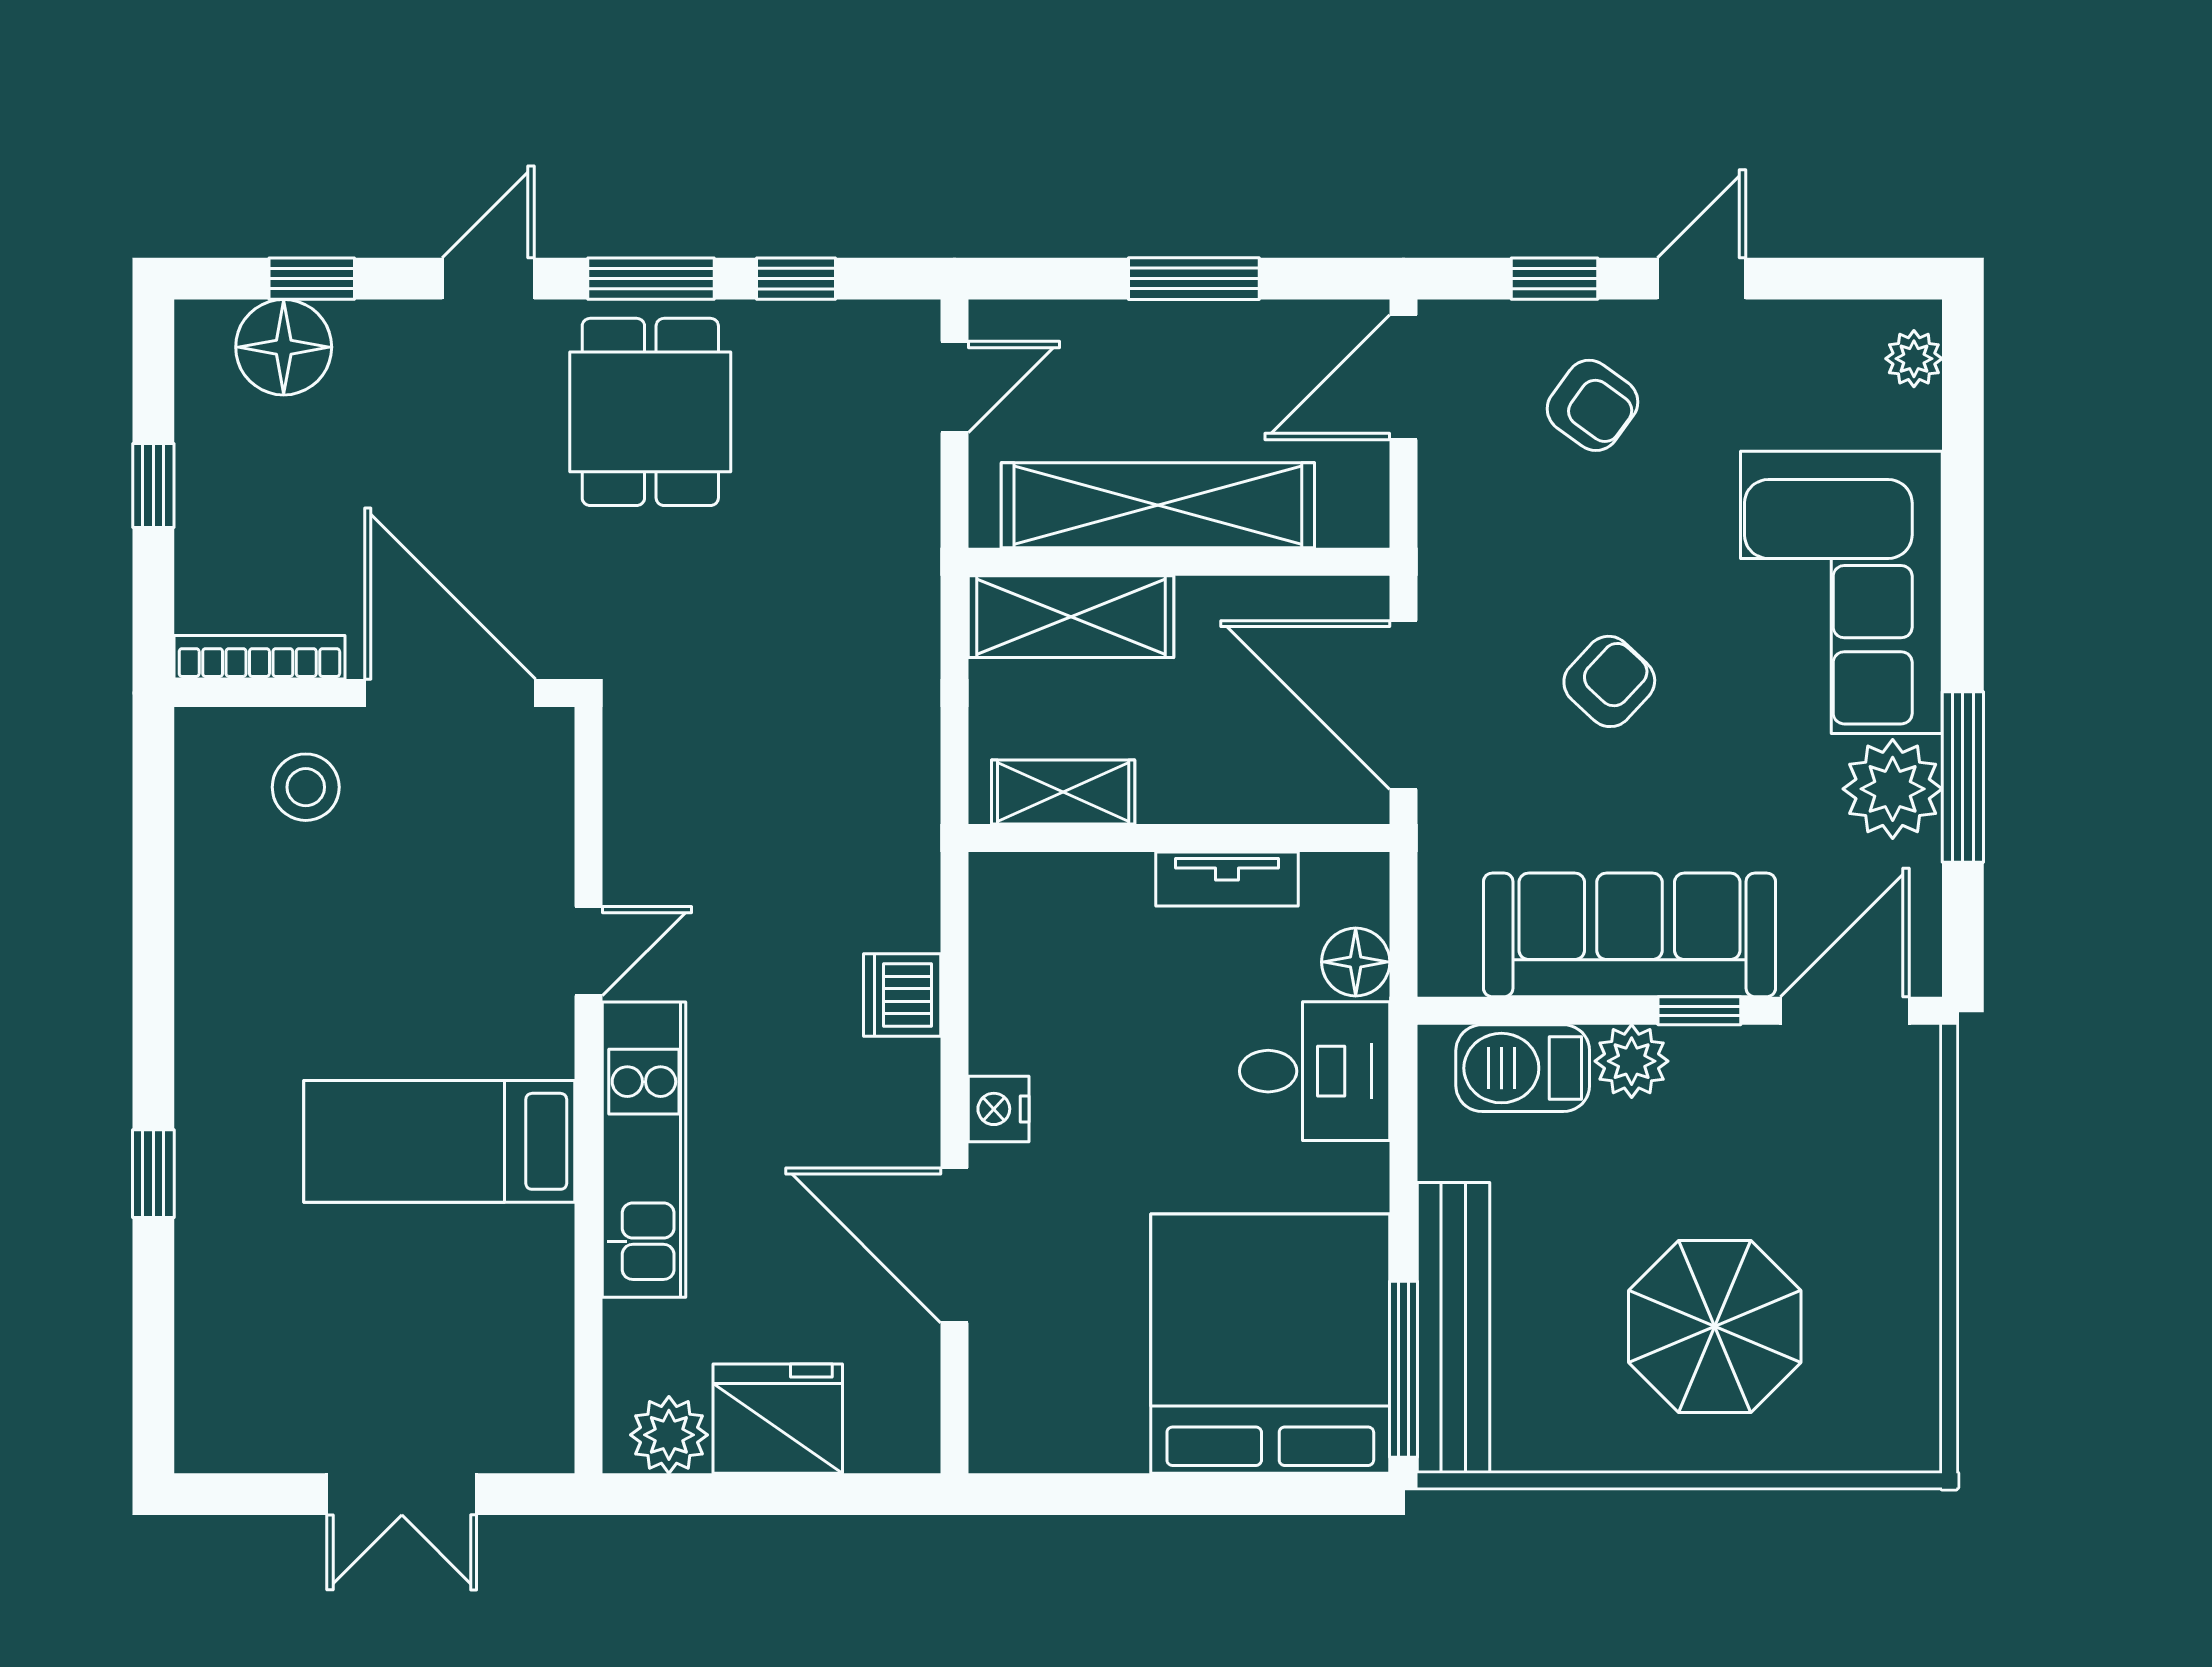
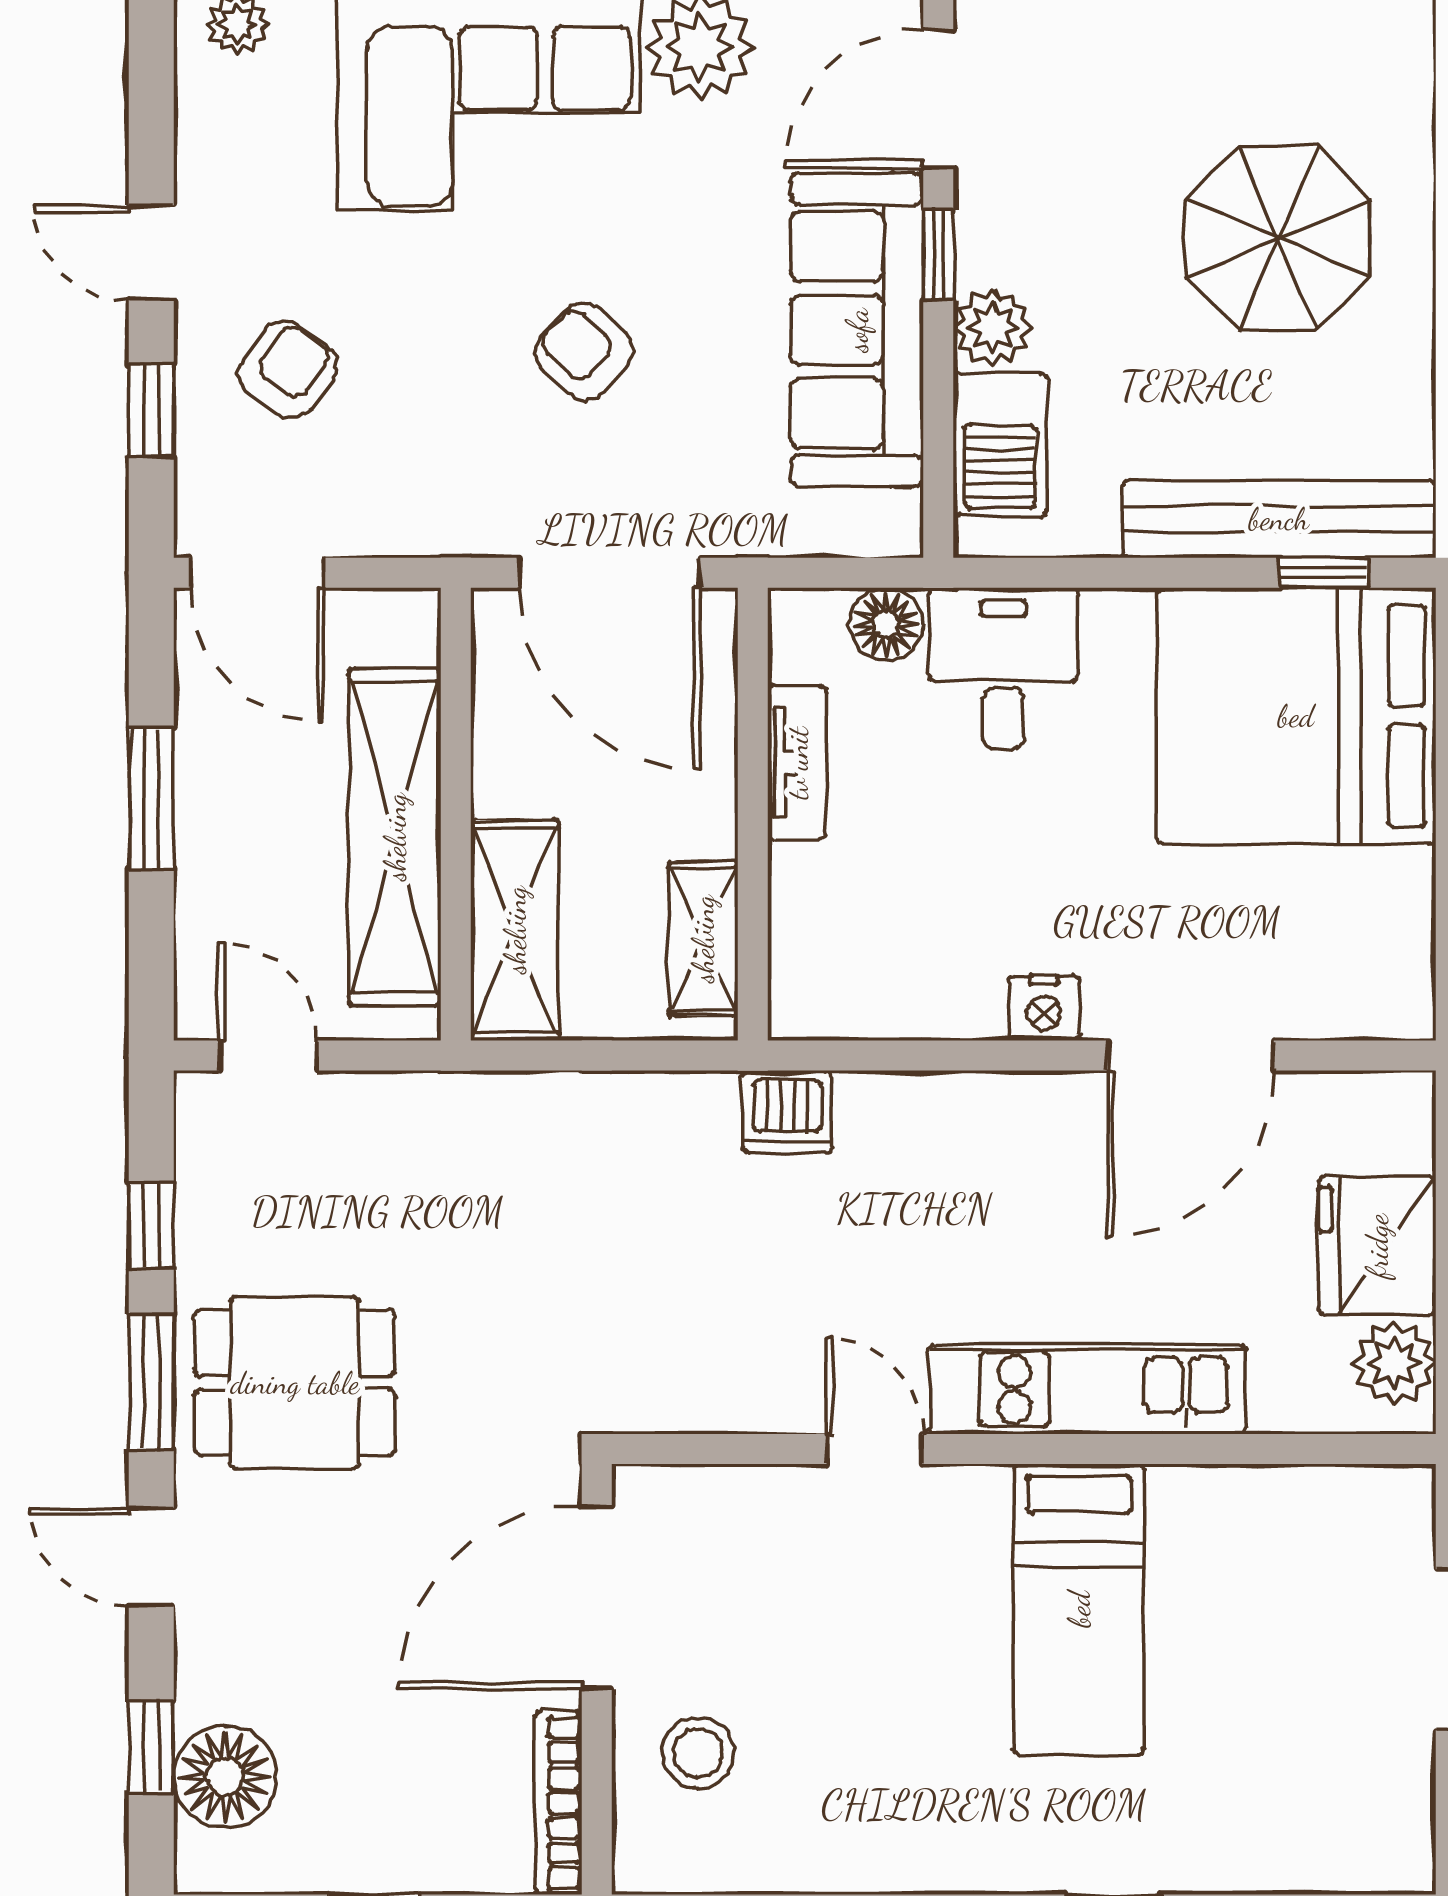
door: (1404, 705) -> (610, 573), hinge flipped
dishwasher: (902, 995) -> (787, 1112), moved
door: (1845, 1011) -> (938, 98), hinge flipped
window: (1404, 1369) -> (1324, 573), width x0.46

